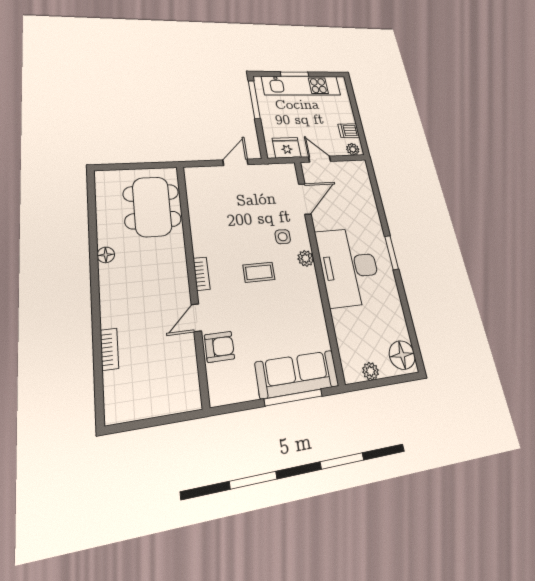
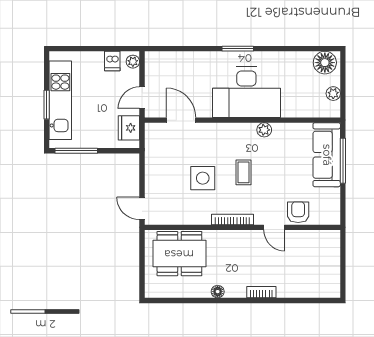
door: (235, 162) -> (142, 208), moved
side table: (283, 237) -> (203, 178), moved, width x1.87, depth x1.87
plant: (306, 258) -> (264, 130), moved
bookcase: (202, 274) -> (232, 219), width x1.56
bookcase: (109, 349) -> (261, 292), moved

